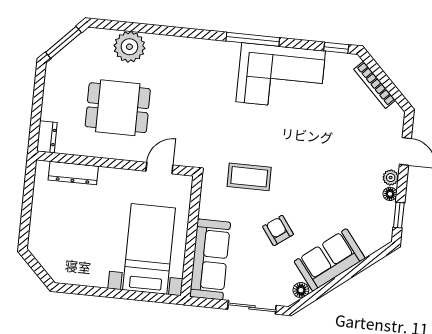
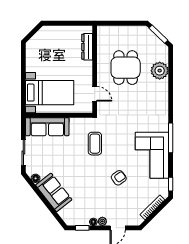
dresser: (47, 137) -> (106, 30), removed
armchair: (278, 230) -> (119, 178), moved

